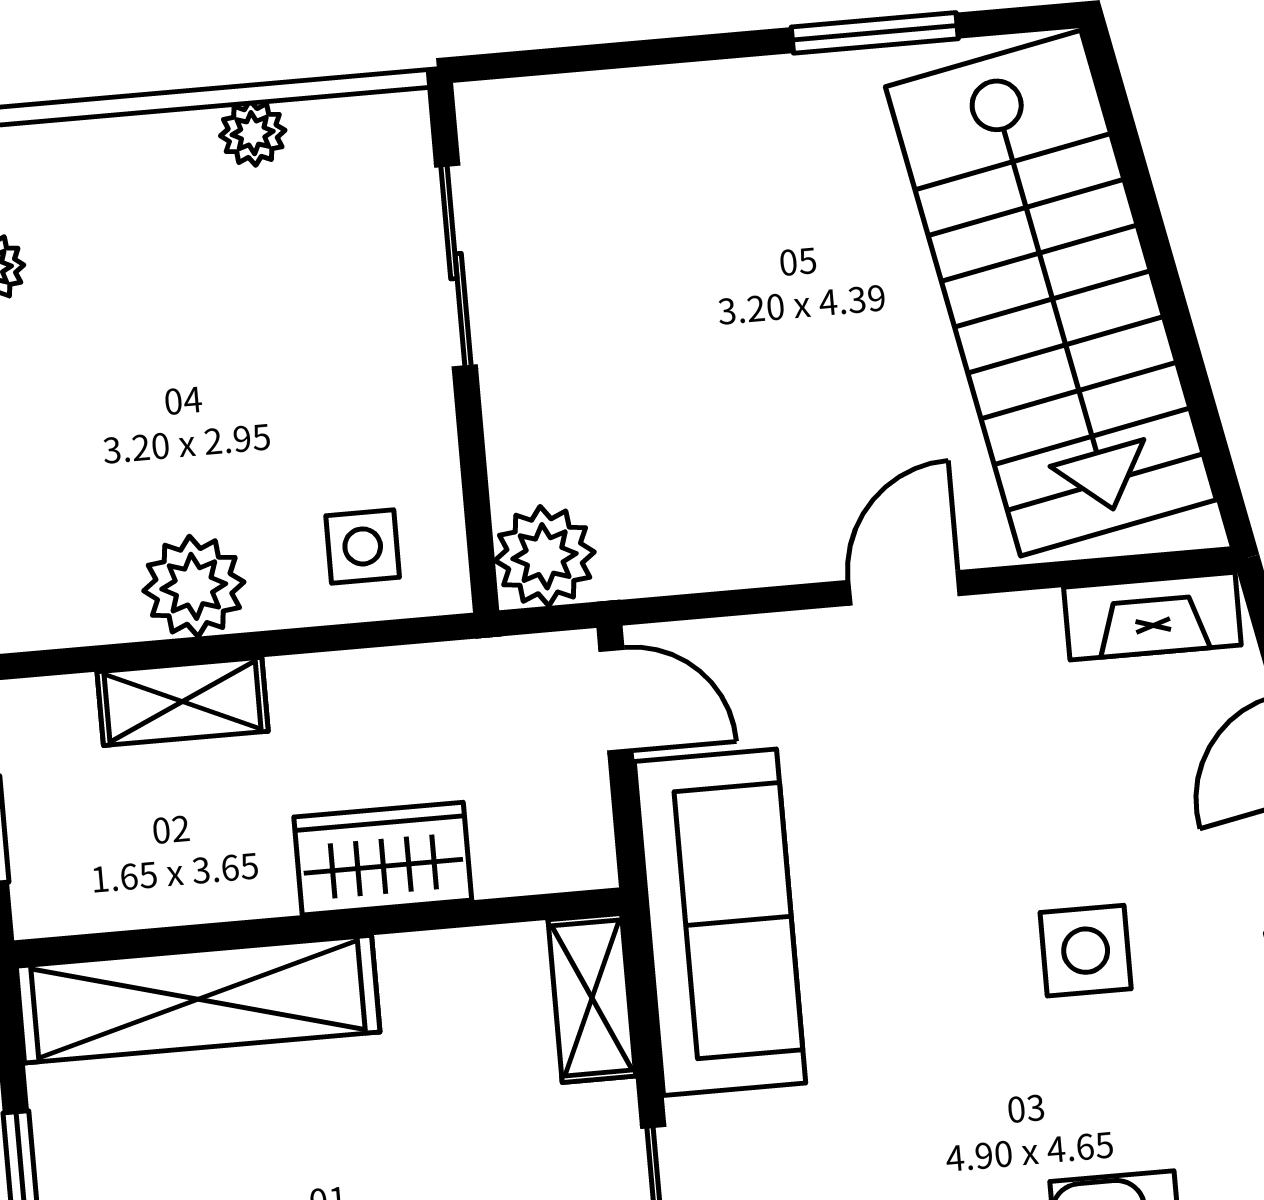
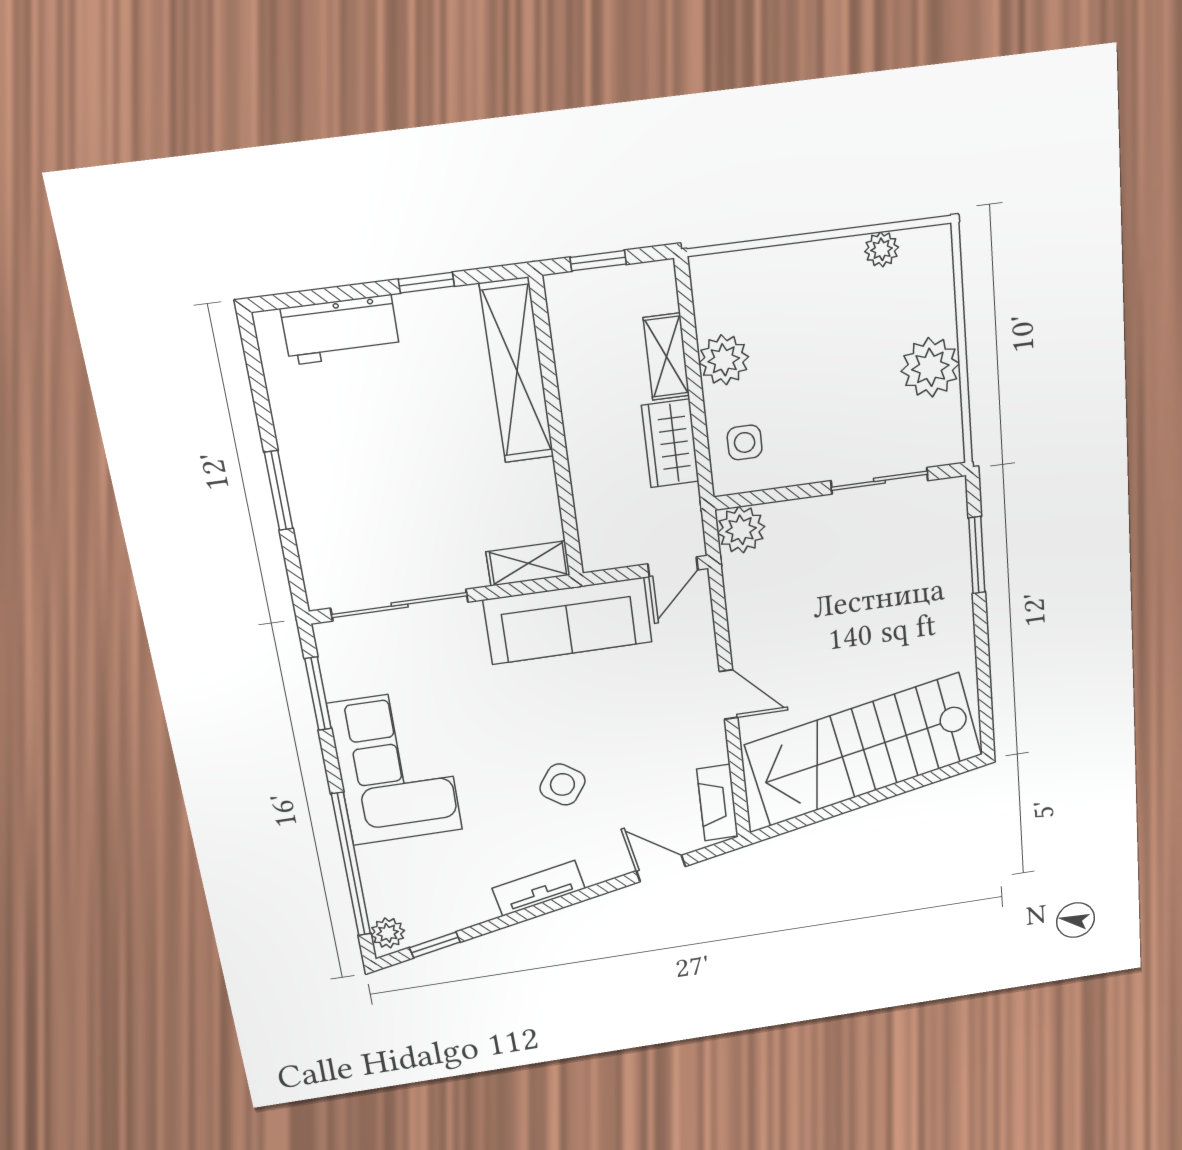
window: (875, 33) -> (977, 555), moved
plant: (253, 133) -> (930, 367), width x1.88, depth x1.88
wardrobe: (383, 859) -> (670, 443), moved, turned 180
side table: (1086, 951) -> (562, 784), turned 35

